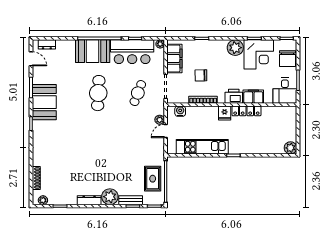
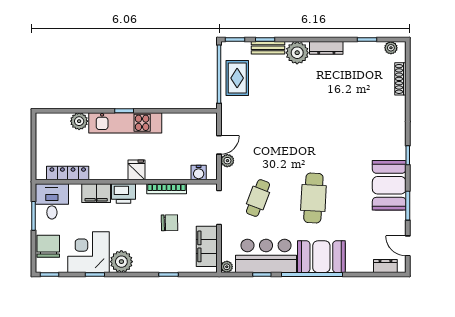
locker: (246, 111) -> (68, 173), moved
kitchen unit: (202, 147) -> (125, 123), moved
plant: (290, 148) -> (79, 121), moved

